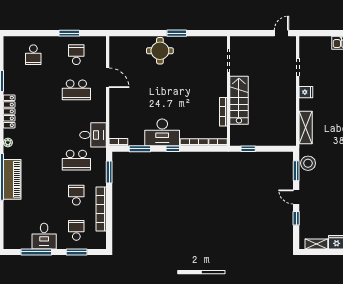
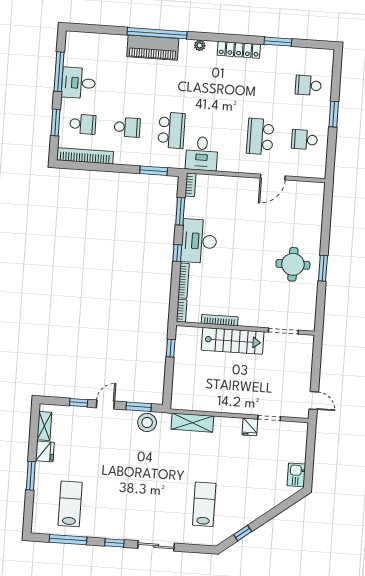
window: (69, 33) -> (334, 114), moved
round table: (160, 51) -> (293, 264), moved
school desk: (76, 55) -> (305, 140), turned 180
fridge: (306, 92) -> (250, 427), moved
school desk: (76, 160) -> (171, 130), turned 180
bookcase: (101, 209) -> (85, 156), moved

